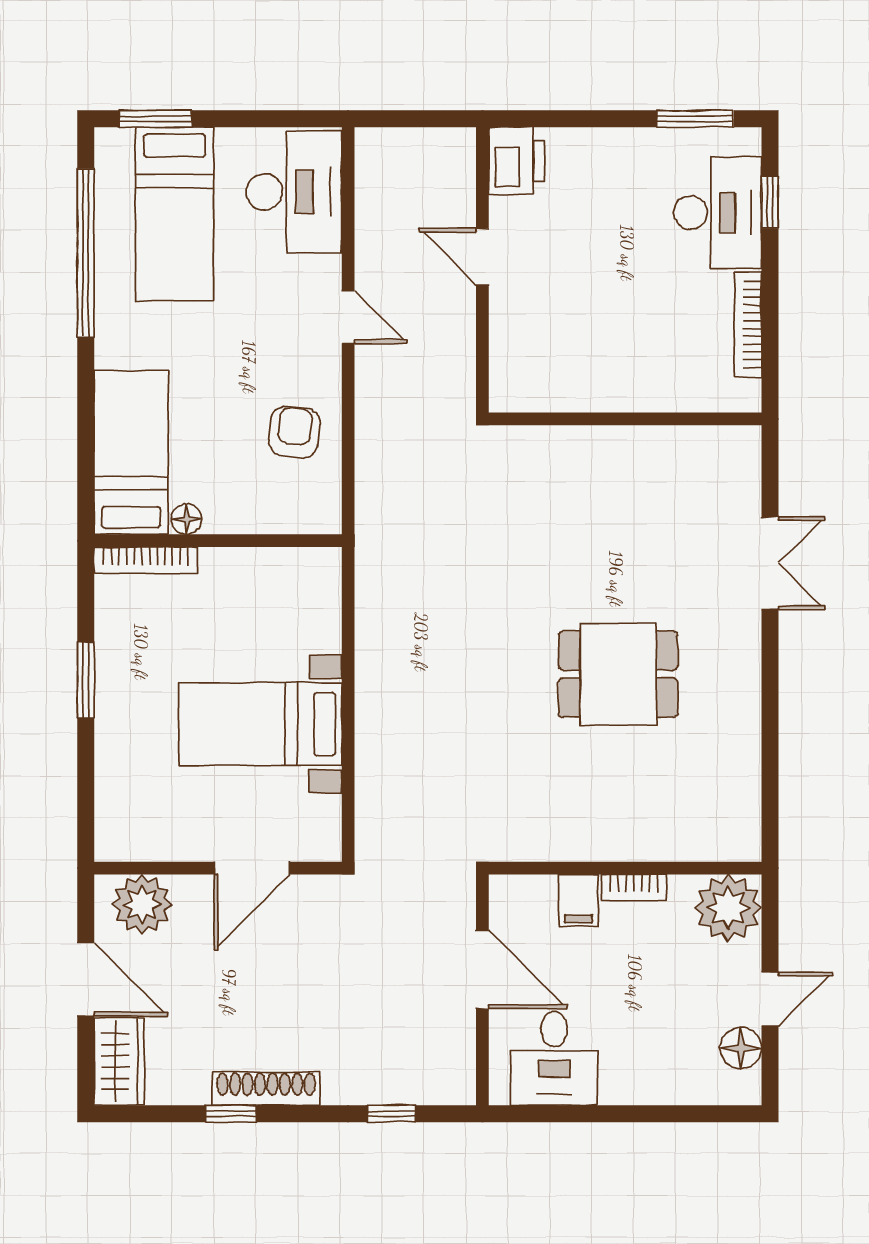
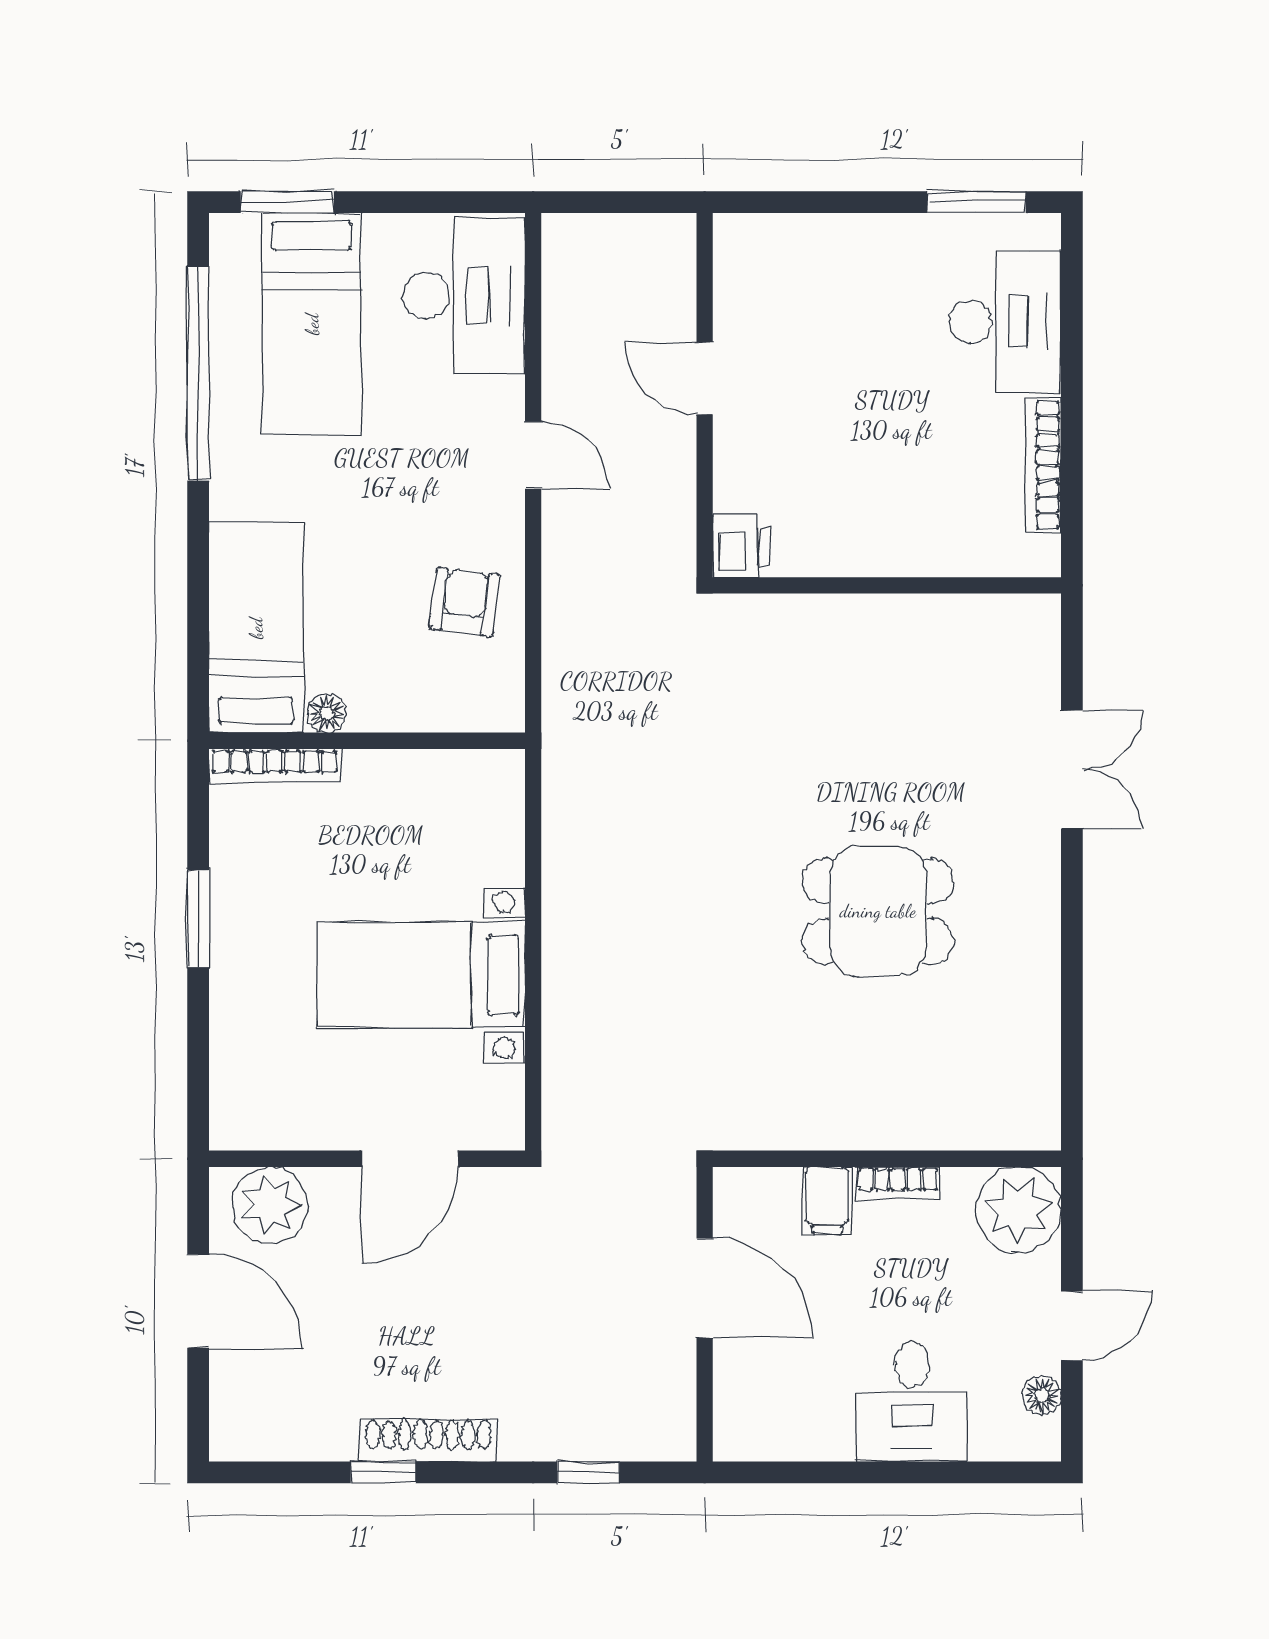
printer: (517, 161) -> (741, 546), moved, width x0.73, depth x0.81
window: (770, 202) -> (1072, 308), removed
floor lamp: (741, 1048) -> (1042, 1396), width x0.73, depth x0.73
desk: (554, 1058) -> (912, 1401), moved
wardrobe: (119, 1061) -> (241, 1406), removed

